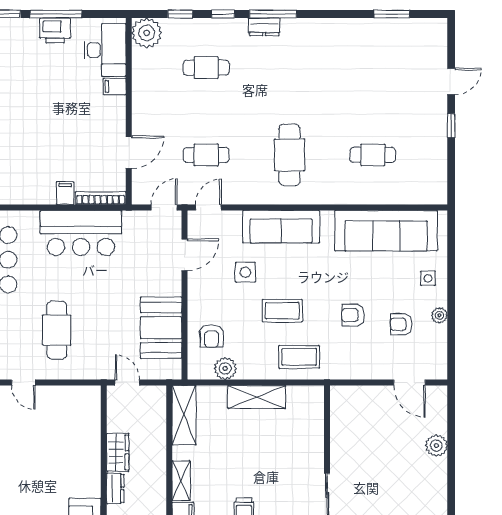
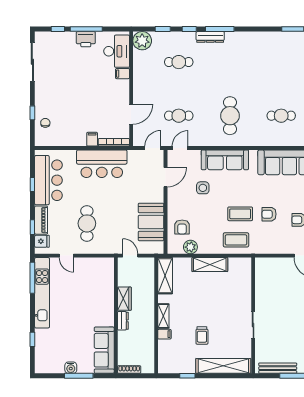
dresser: (264, 27) -> (210, 37), width x1.44
coffee table: (282, 311) -> (240, 214), moved

